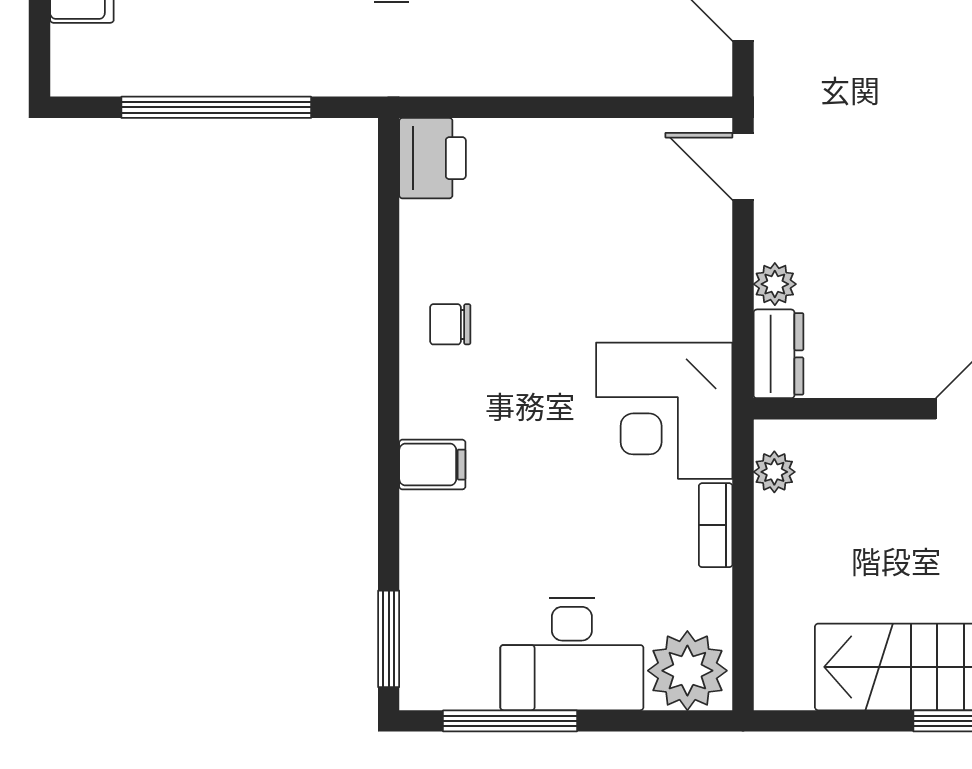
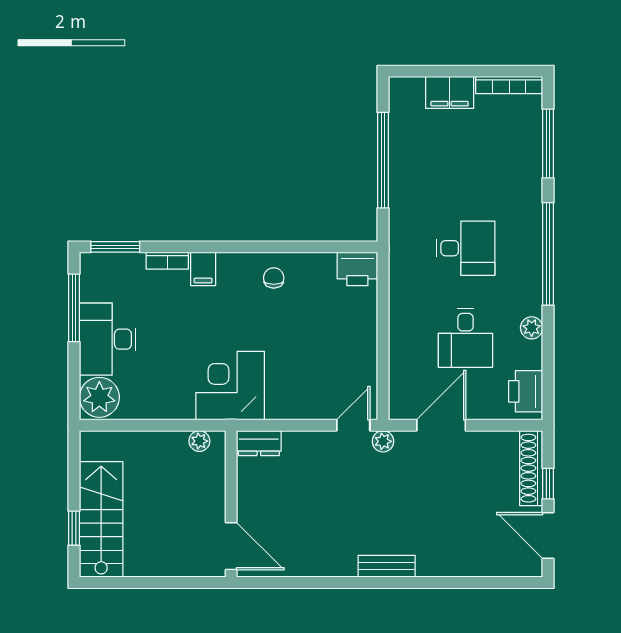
plant: (775, 284) -> (383, 441), moved
bookcase: (716, 525) -> (167, 261), moved, turned 180

